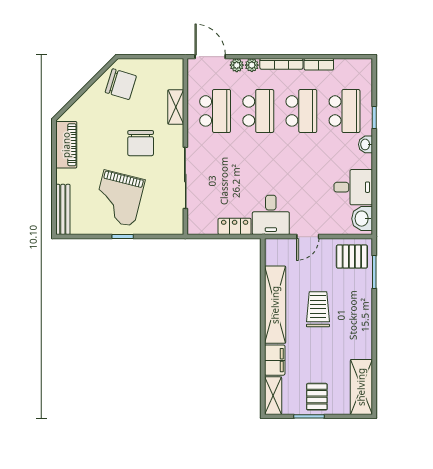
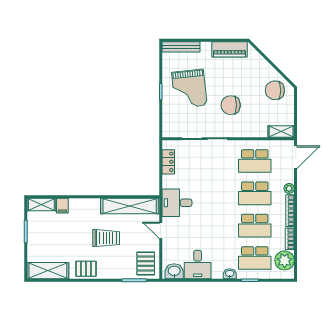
plant: (237, 65) -> (285, 260), moved, width x1.87, depth x1.87
chair: (121, 84) -> (275, 90), turned 73
shelving: (176, 107) -> (281, 131), moved
grand piano: (119, 198) -> (189, 89), turned -110
locker: (235, 226) -> (168, 162), moved
shelving: (275, 305) -> (130, 206), moved
filing cabinet: (275, 360) -> (62, 206), width x0.50
pallet: (317, 397) -> (86, 269), moved

